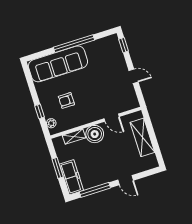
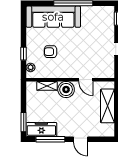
window: (58, 168) -> (24, 122), moved
freezer: (72, 177) -> (41, 129), moved, turned -90

